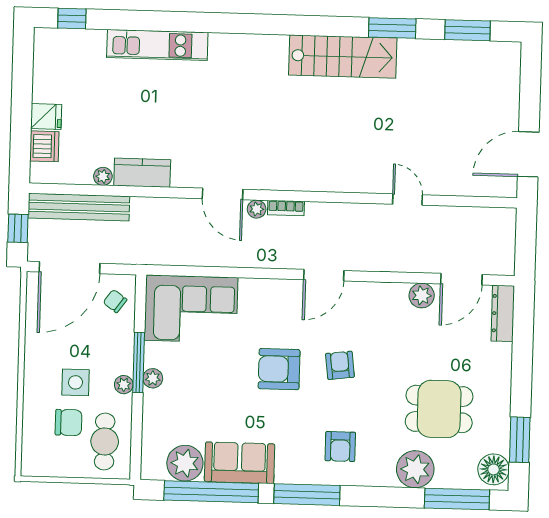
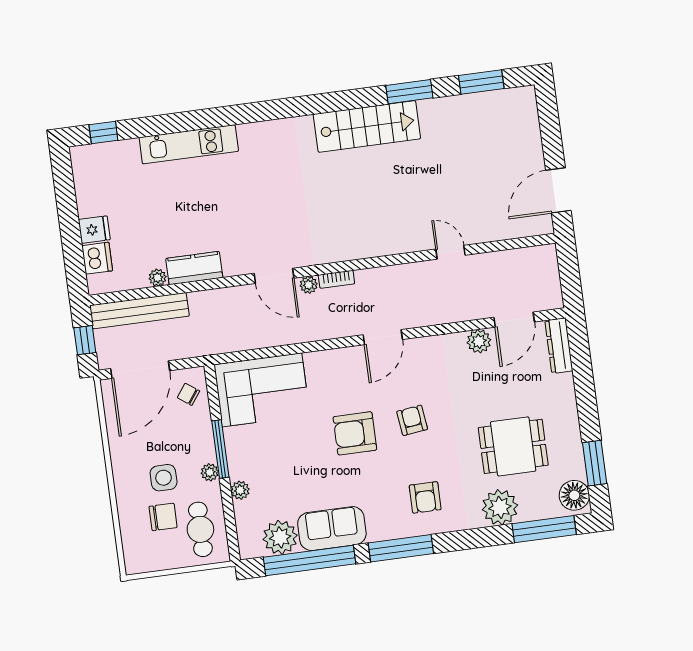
plant: (153, 378) -> (240, 490), moved

